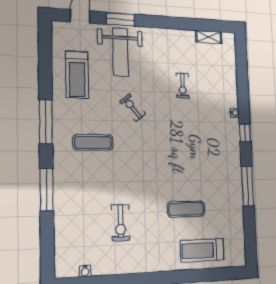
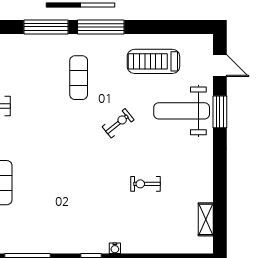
window: (47, 190) -> (46, 27), moved

